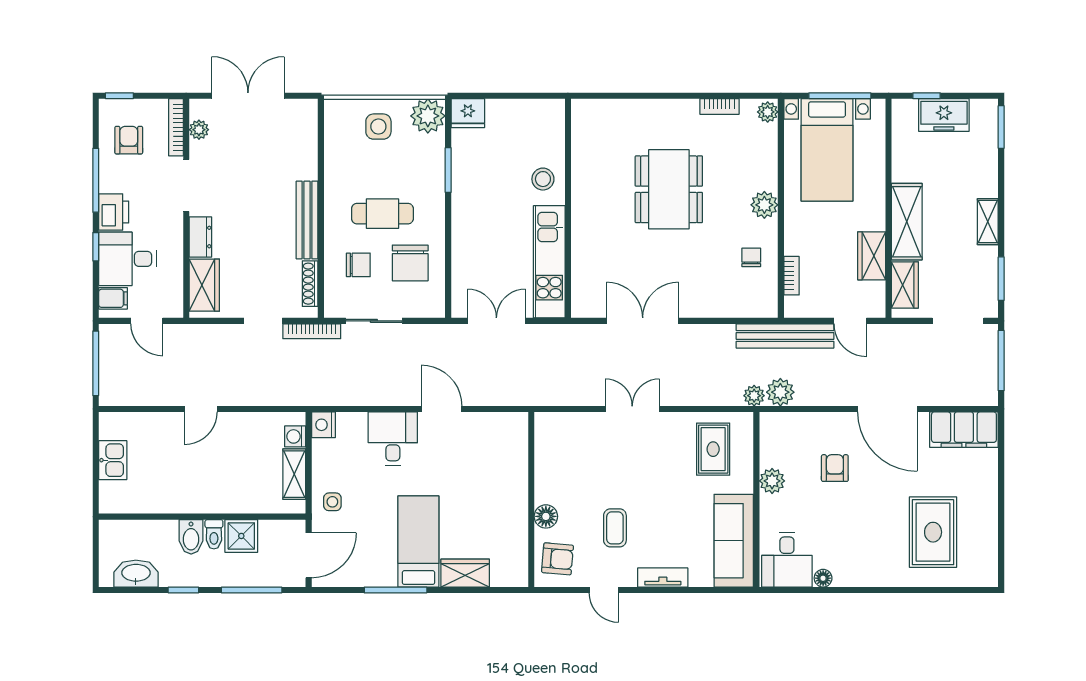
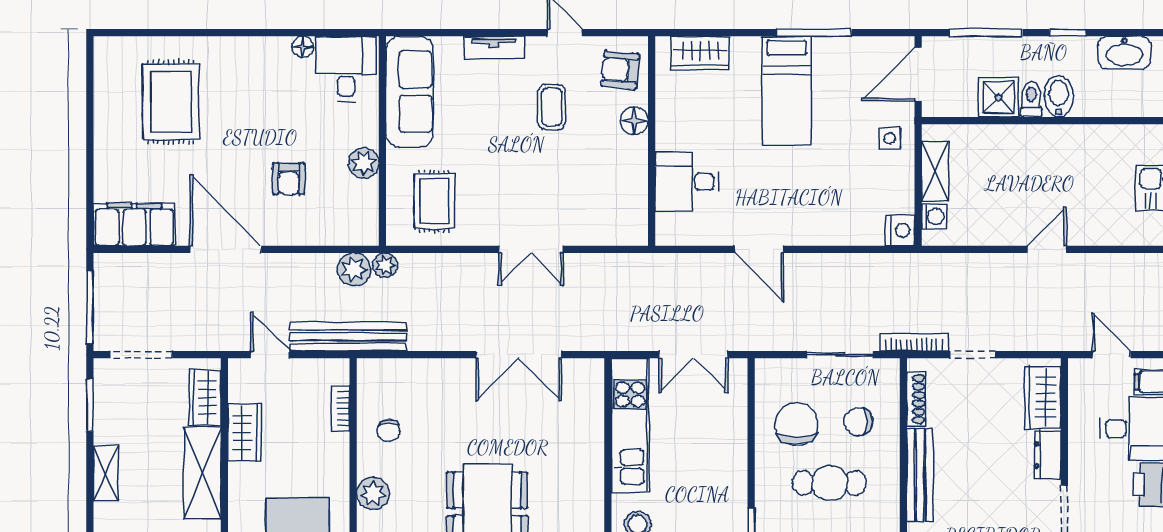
desk: (393, 438) -> (687, 182), moved, turned 90
wardrobe: (465, 573) -> (700, 53), moved

